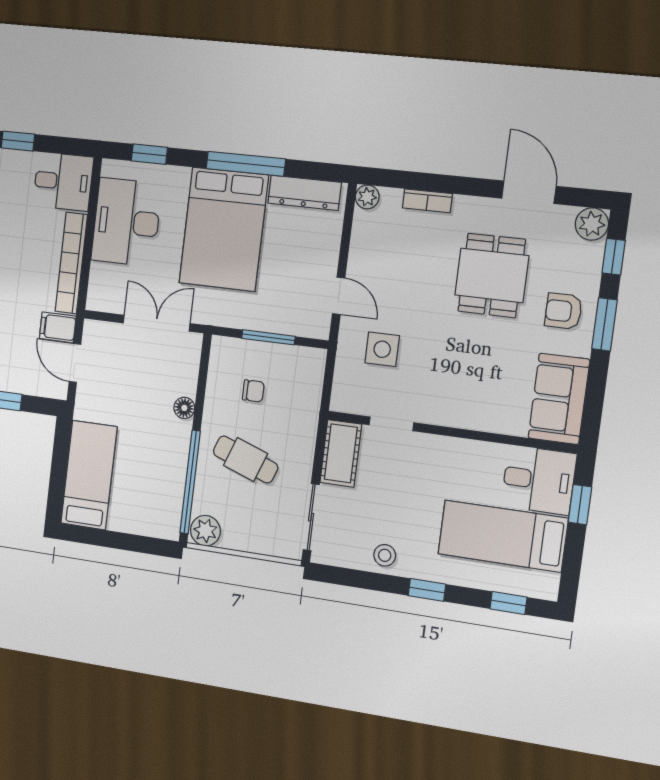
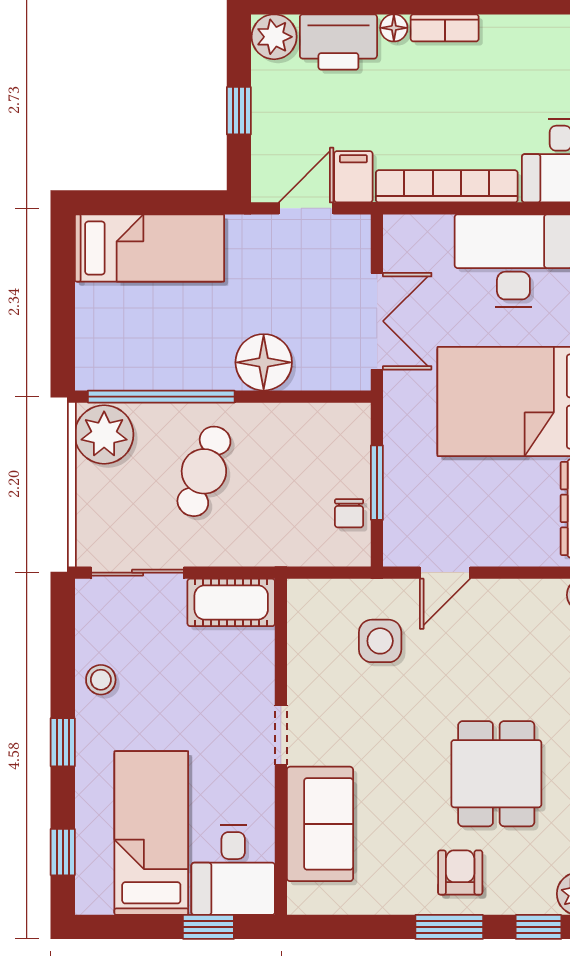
dining table: (492, 275) -> (496, 774), turned 90
chair: (253, 391) -> (349, 513), moved
sofa: (559, 399) -> (320, 824), moved, turned 90
floor lamp: (184, 408) -> (264, 362), width x1.89, depth x1.89
doorway: (391, 424) -> (281, 735), moved
plant: (205, 531) -> (104, 434), width x1.36, depth x1.36

